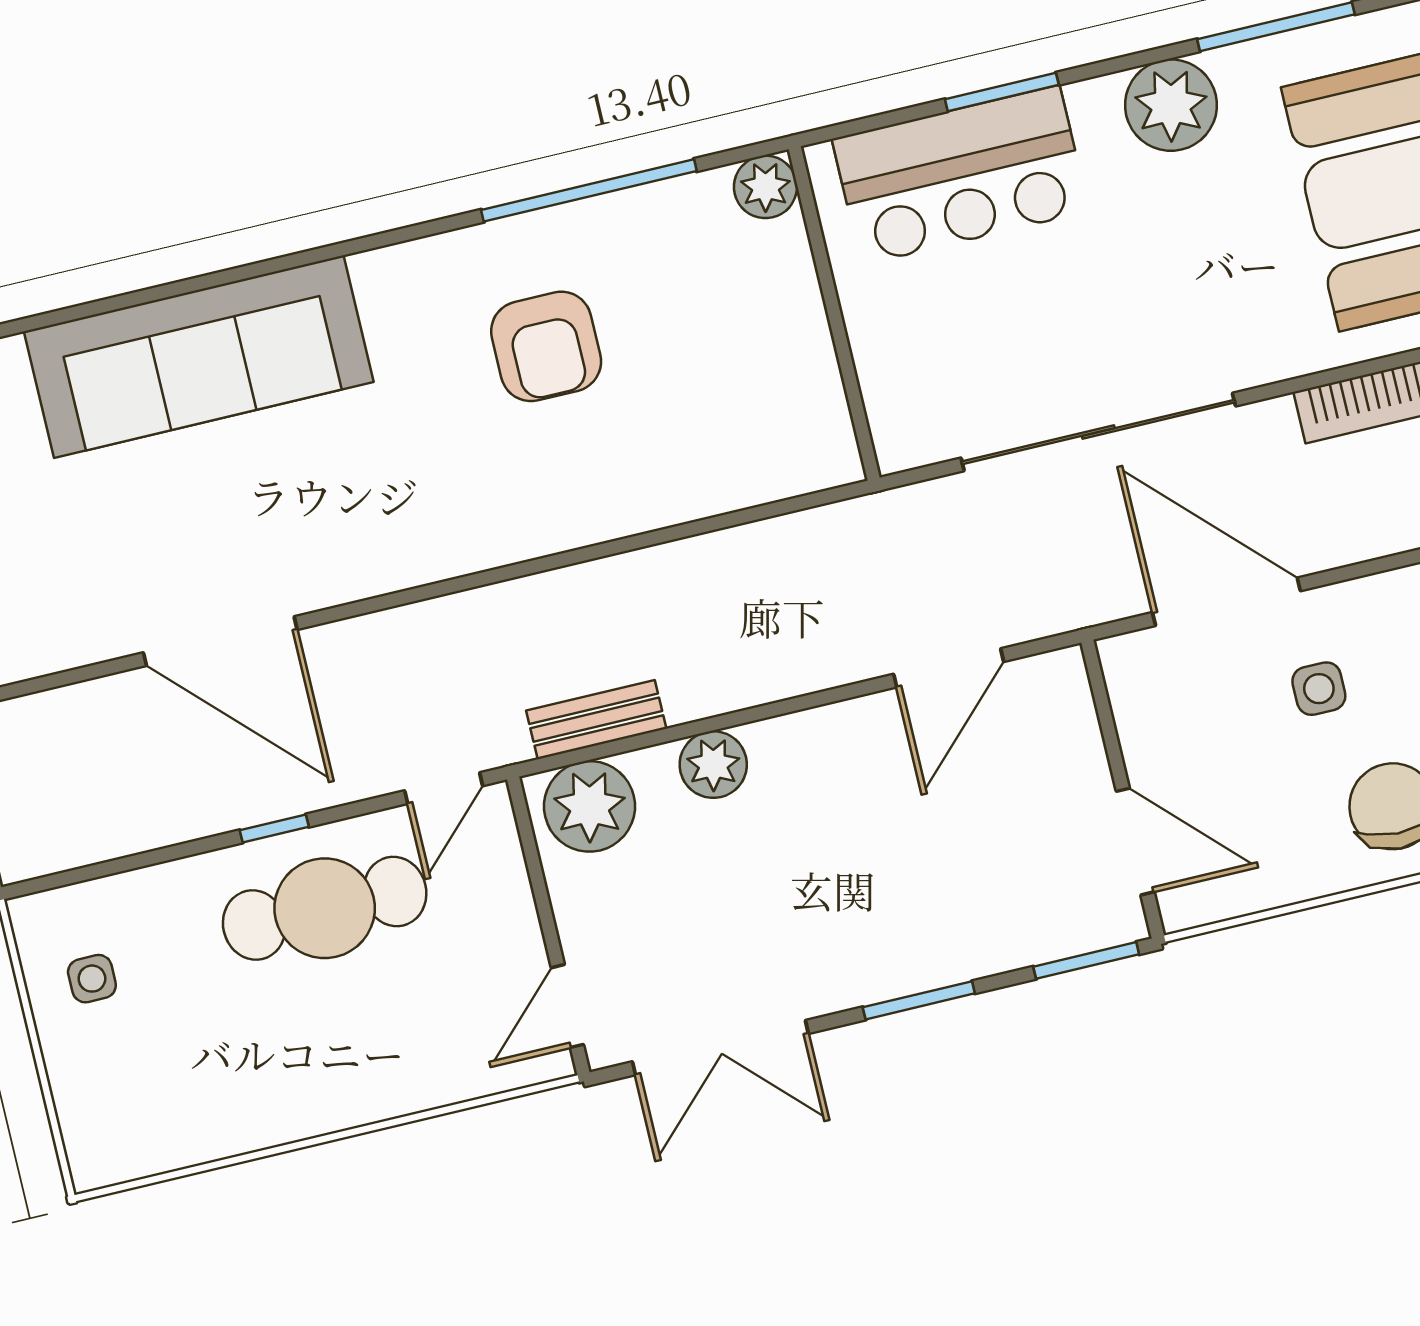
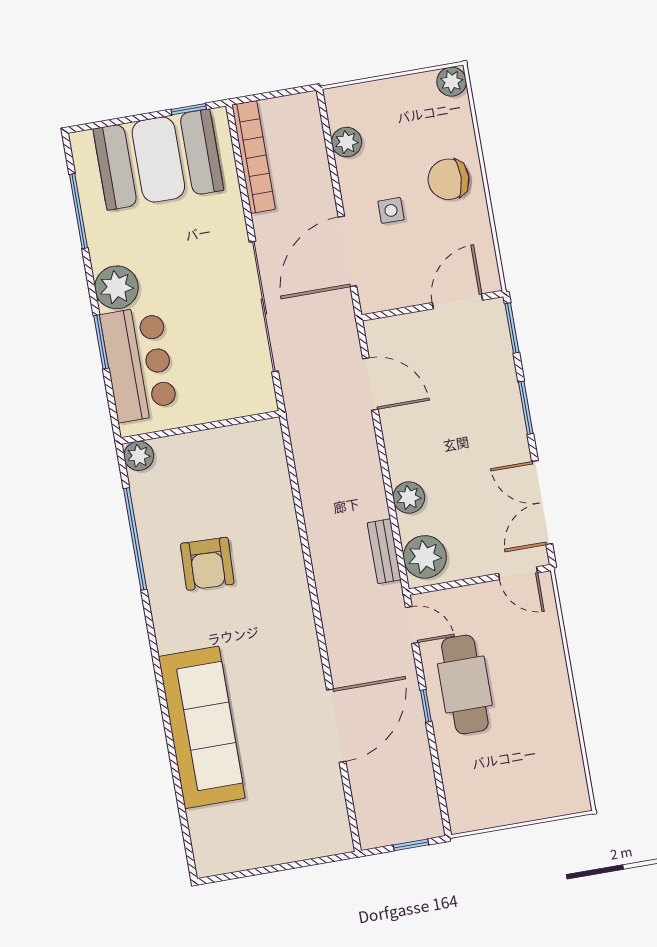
plant: (1171, 105) -> (117, 287), moved
armchair: (546, 346) -> (207, 564), turned 92
side table: (92, 979) -> (491, 796), removed
double door: (720, 1048) -> (542, 503), swing flipped

